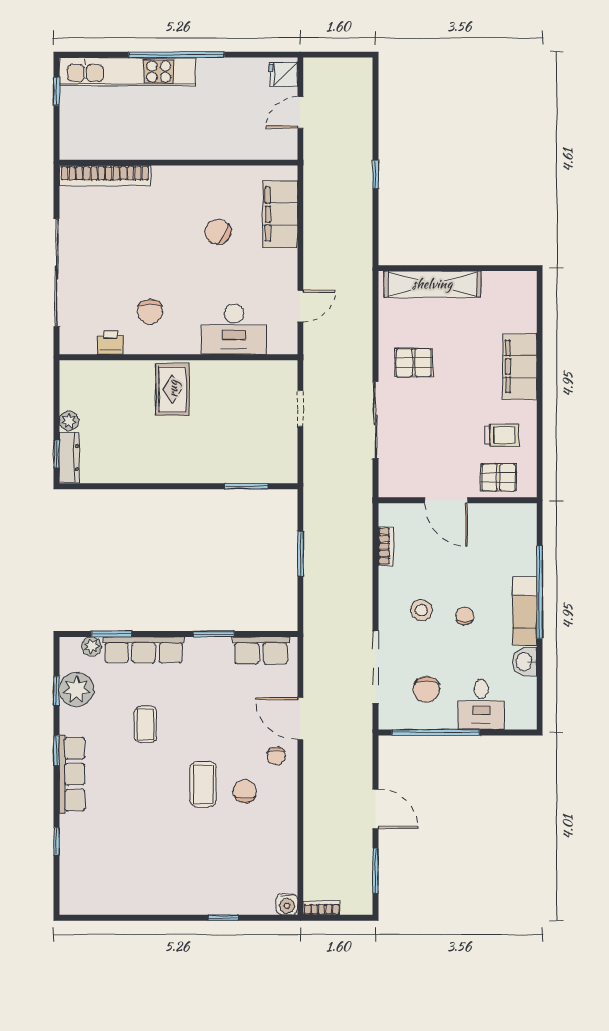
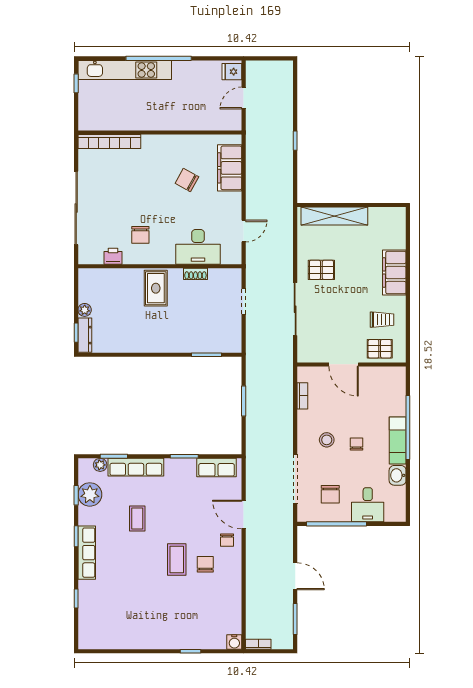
shoe rack: (230, 368) -> (195, 274), added

